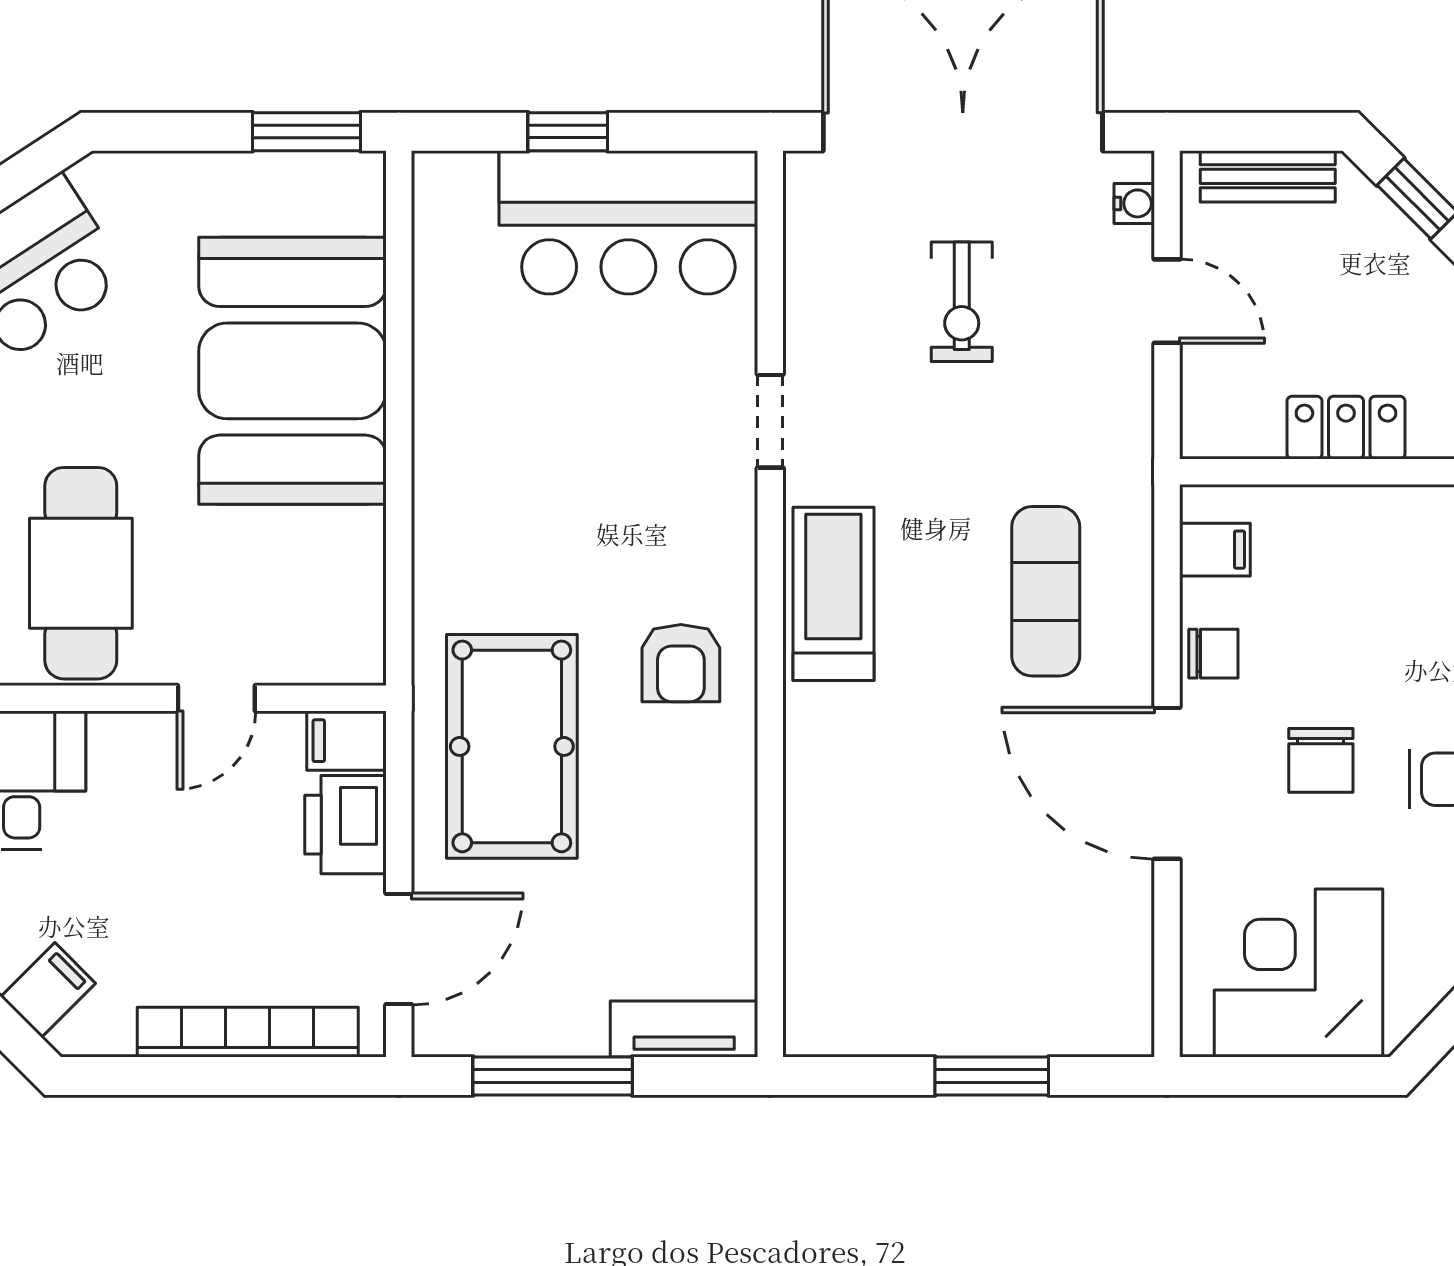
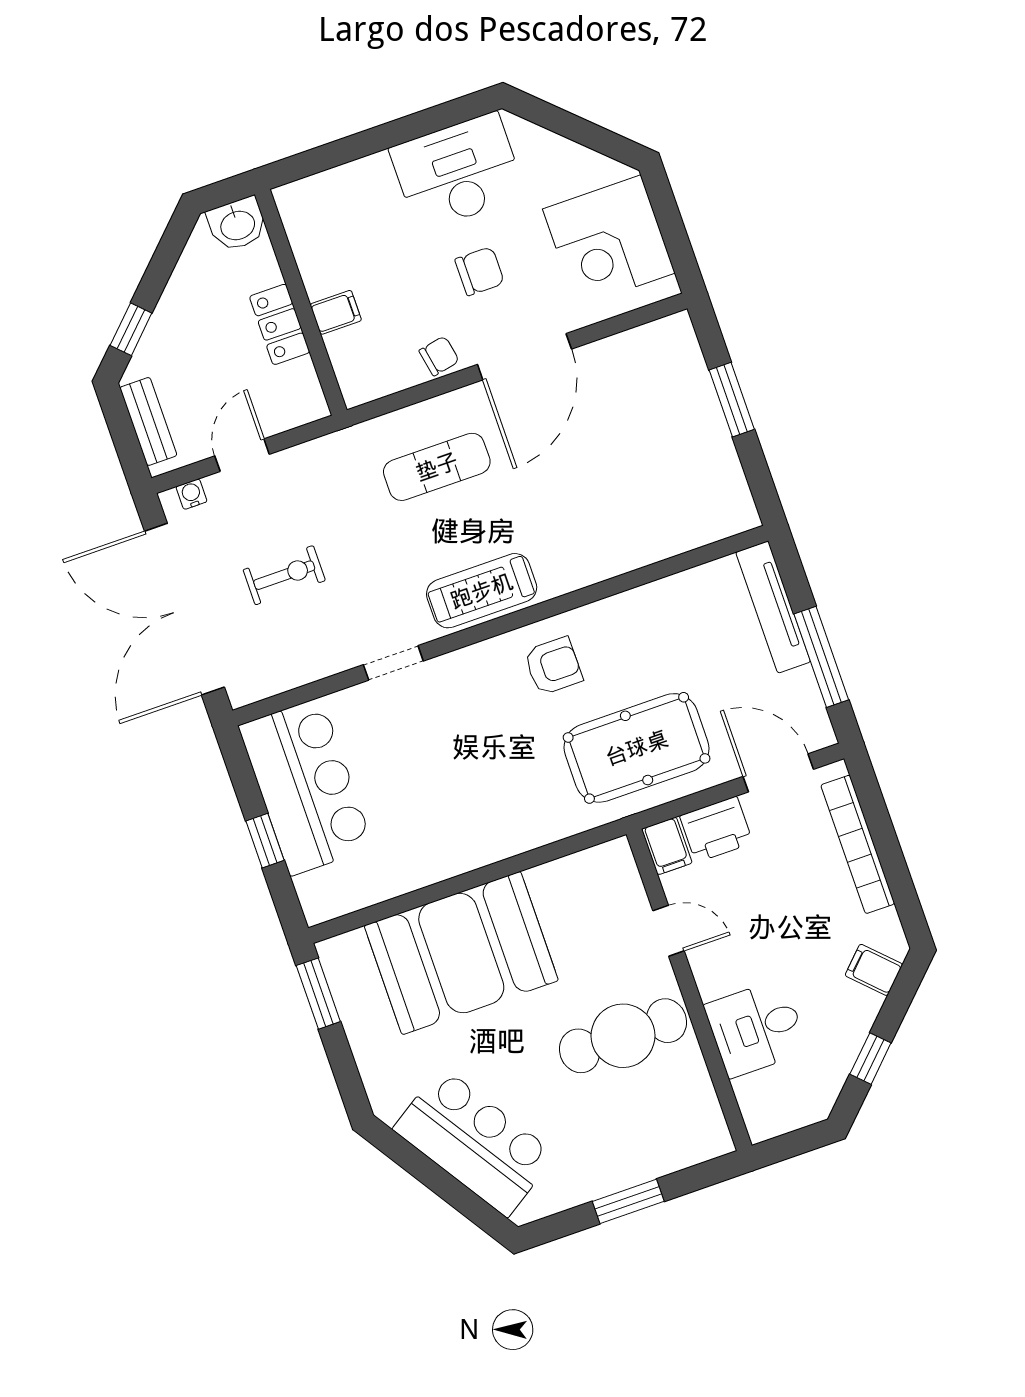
filing cabinet: (1215, 550) -> (336, 312), moved, turned 90
chair: (1213, 654) -> (439, 356), turned 79
tv unit: (684, 1029) -> (773, 607), width x1.41

